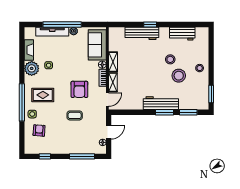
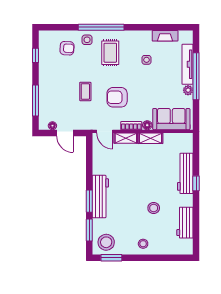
plant: (32, 68) -> (143, 39), removed
stool: (179, 76) -> (106, 242), moved

